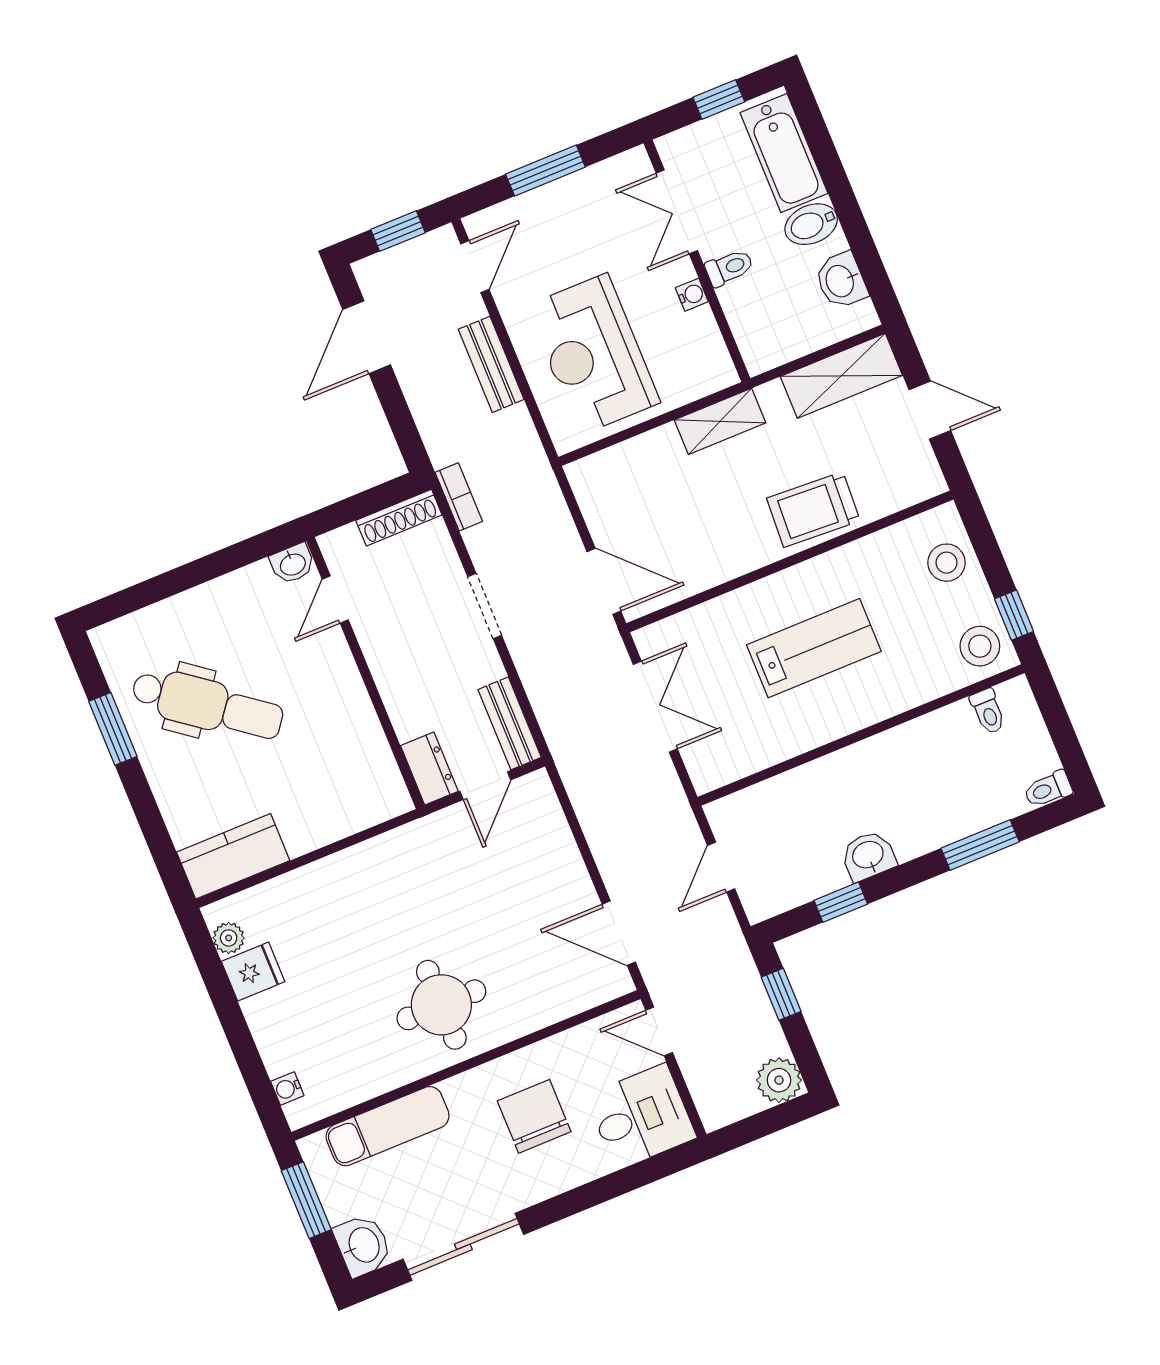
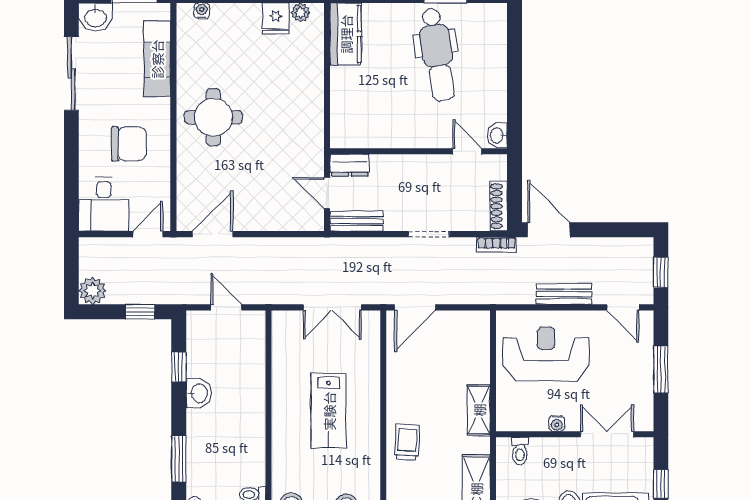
toilet: (729, 268) -> (520, 451), moved
door: (367, 337) -> (549, 230), moved
trolley: (813, 510) -> (407, 442), width x0.73, depth x0.72
dental chair: (207, 705) -> (437, 55), turned -46

